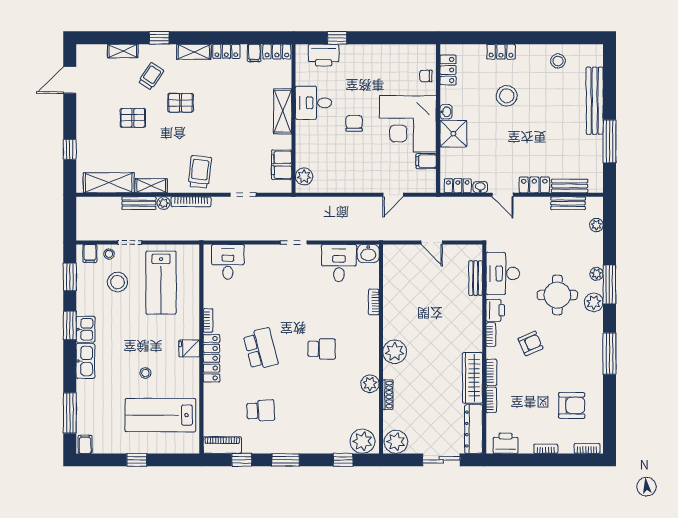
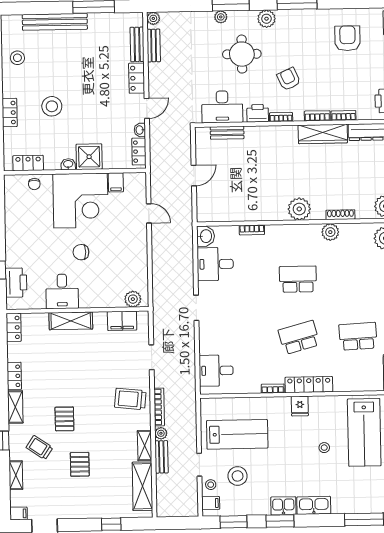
filing cabinet: (254, 53) -> (19, 513), moved
plant: (596, 225) -> (153, 18), moved
plant: (594, 302) -> (267, 19), moved
school desk: (322, 349) -> (298, 279), width x1.85
school desk: (261, 410) -> (358, 336), width x1.85

